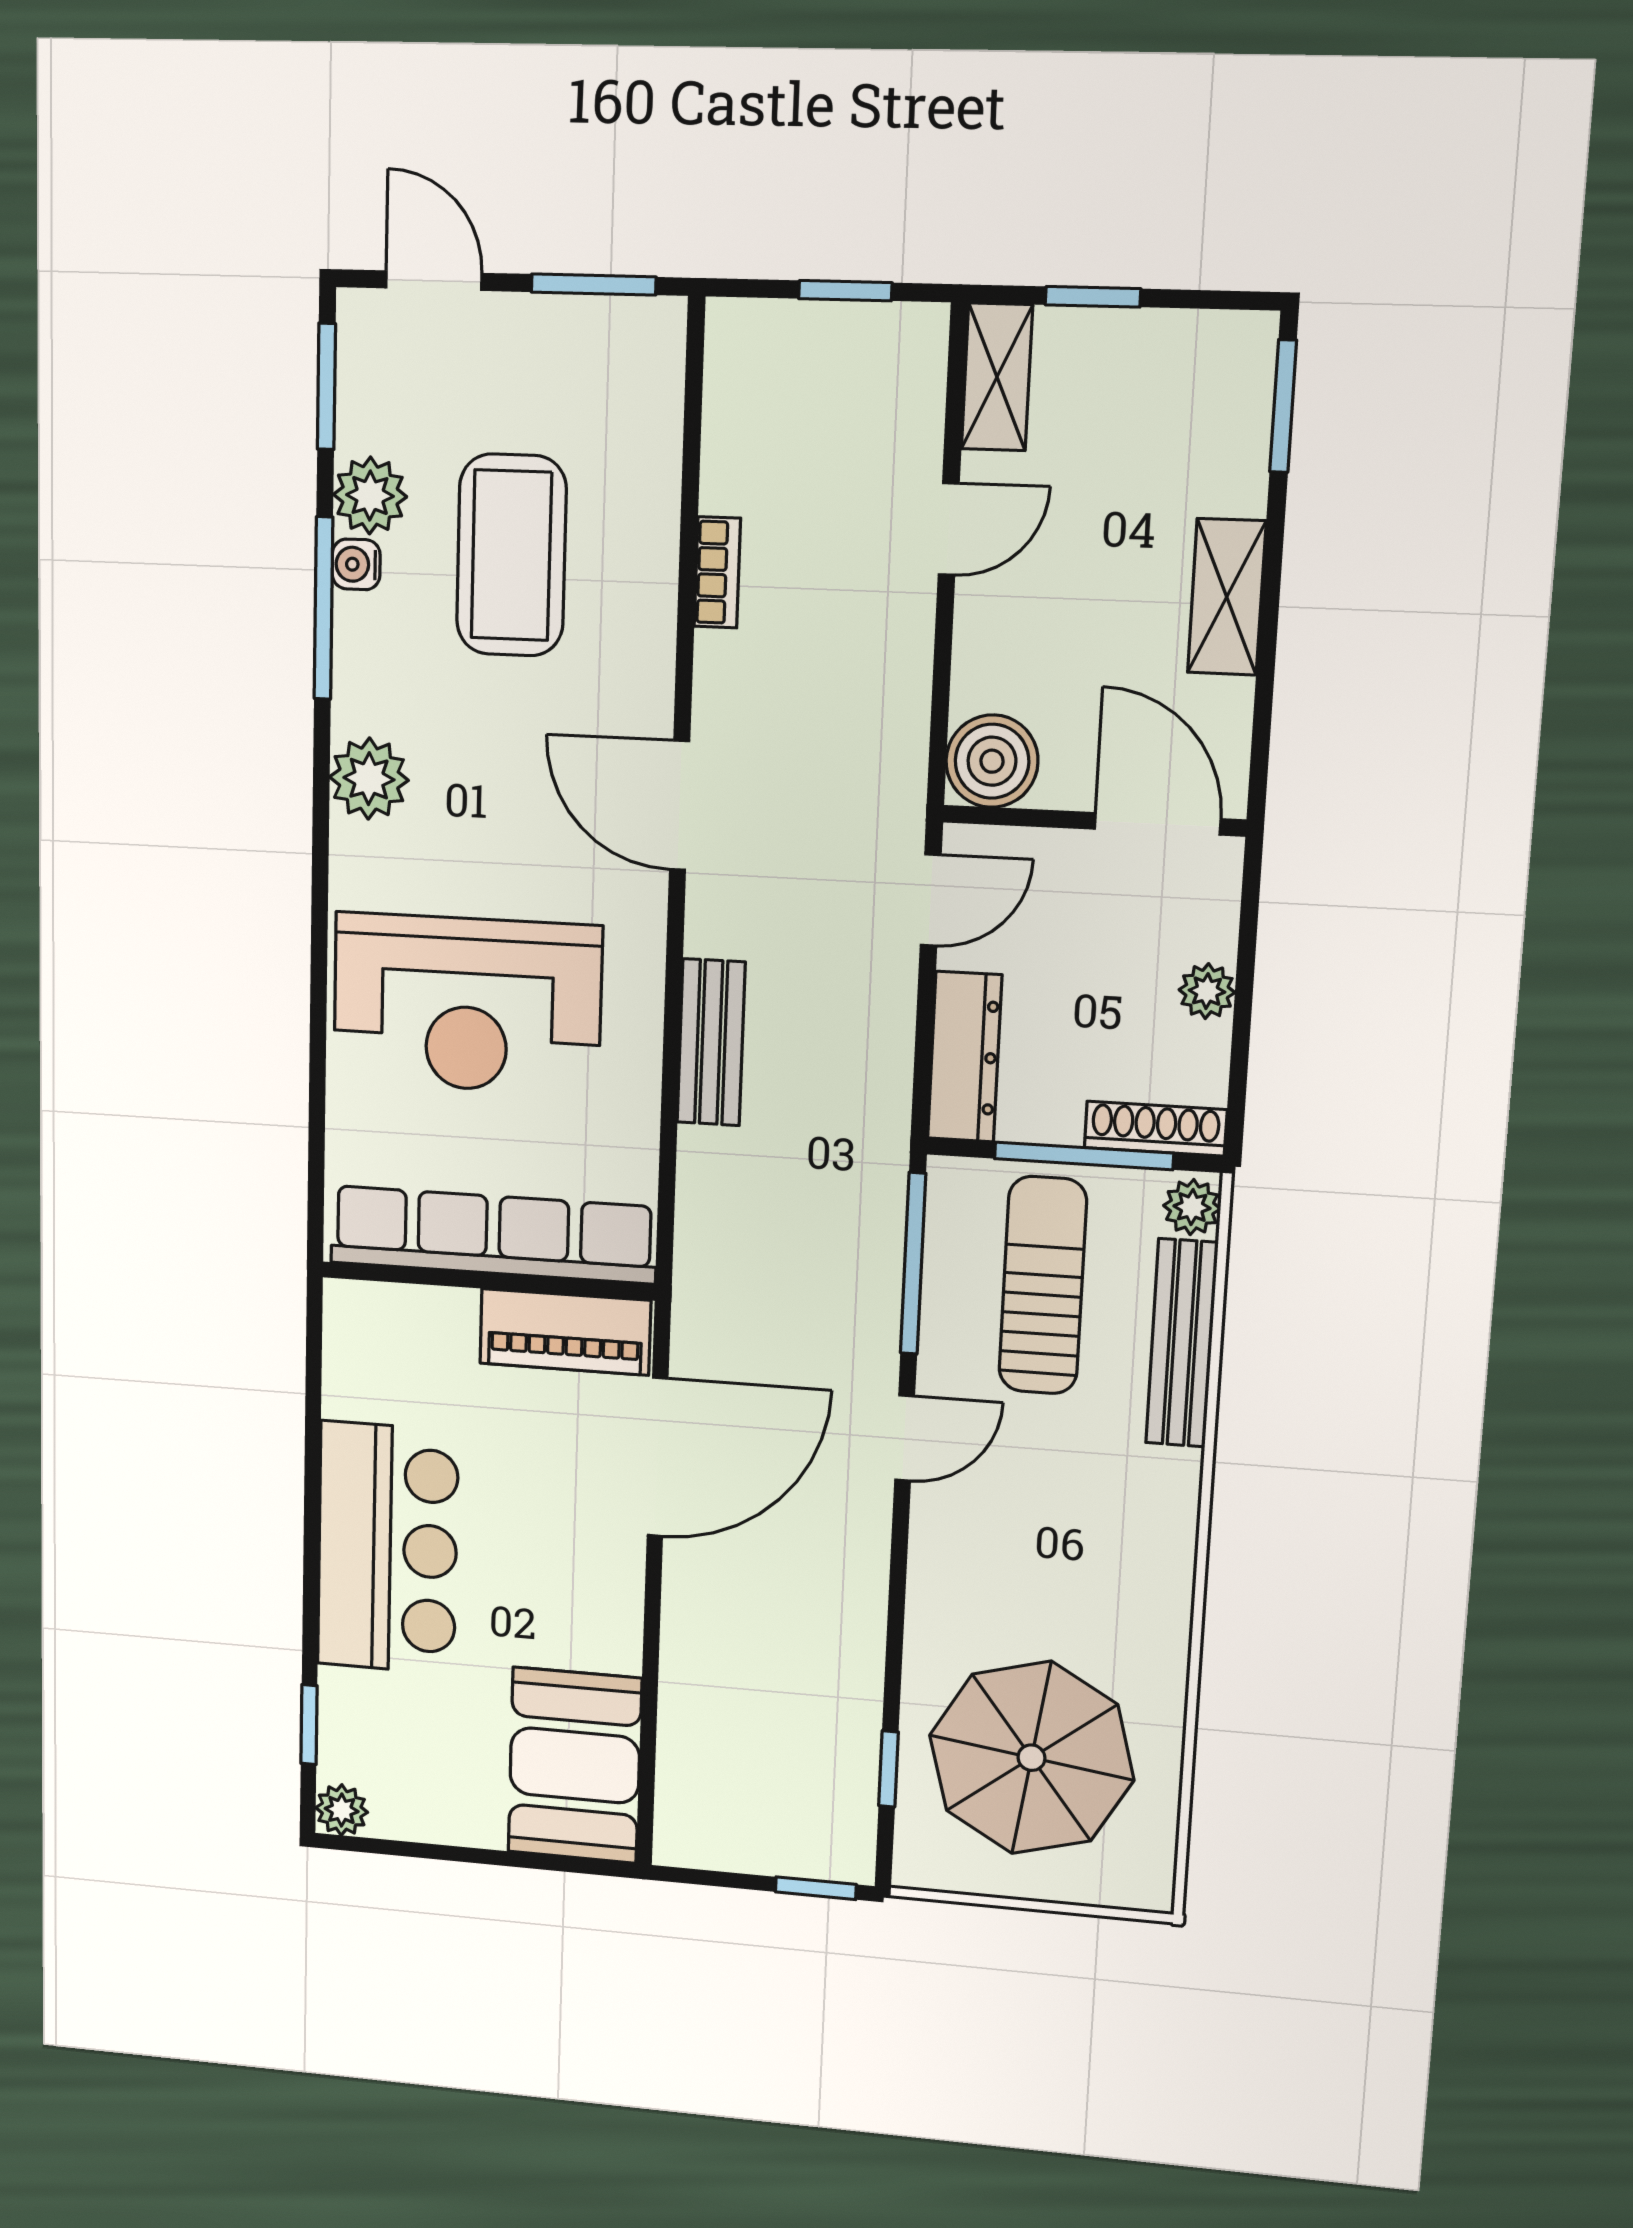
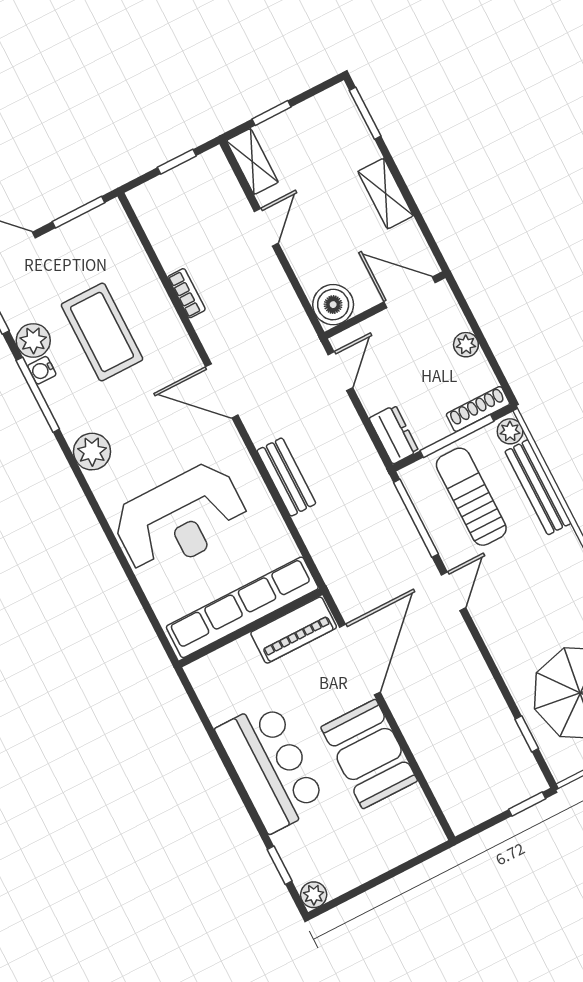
dresser: (965, 1057) -> (394, 435), width x0.70
booth: (575, 1765) -> (369, 754), moved

